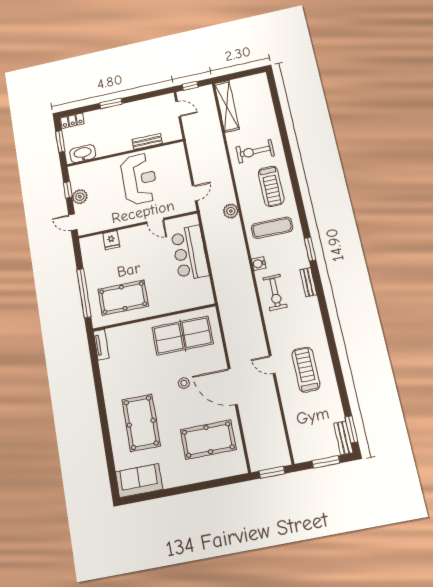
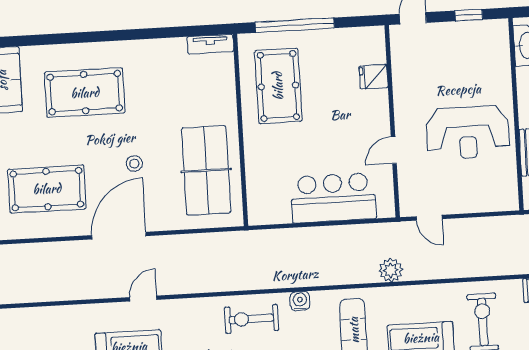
plant: (80, 197) -> (454, 34), removed
pool table: (208, 440) -> (47, 189), turned 90

